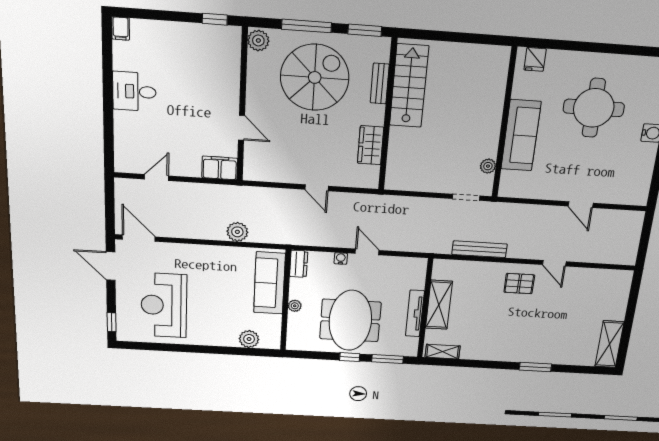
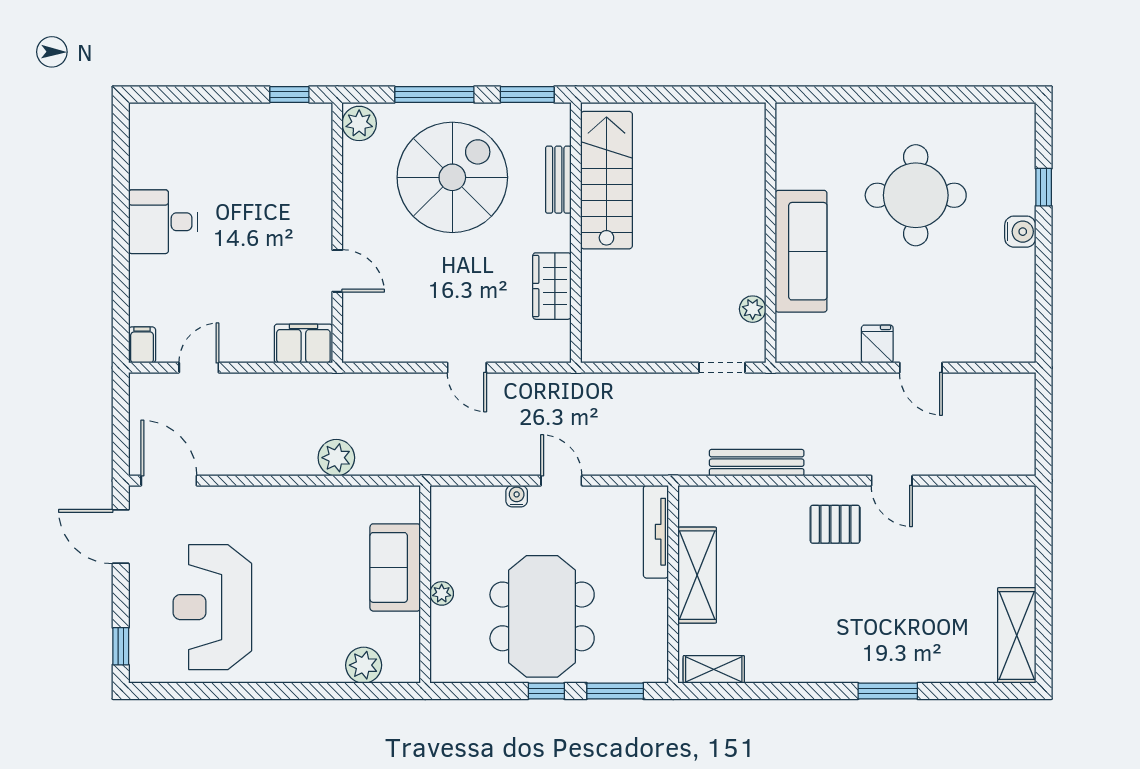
filing cabinet: (121, 29) -> (142, 345), moved, turned 180
fridge: (535, 59) -> (877, 344), moved, turned 180
dresser: (299, 264) -> (444, 511), removed
sofa: (269, 283) -> (395, 567), width x0.73
tv unit: (415, 313) -> (656, 532), moved

